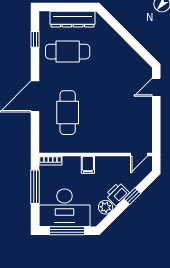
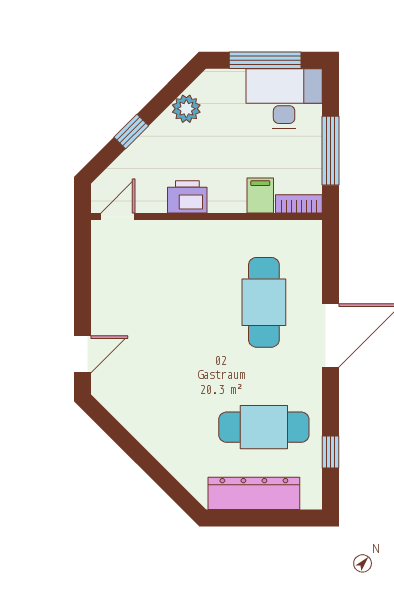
filing cabinet: (88, 165) -> (260, 195), moved
printer: (117, 194) -> (187, 197), moved, turned -135
desk: (64, 208) -> (284, 98), width x0.73, depth x0.77

